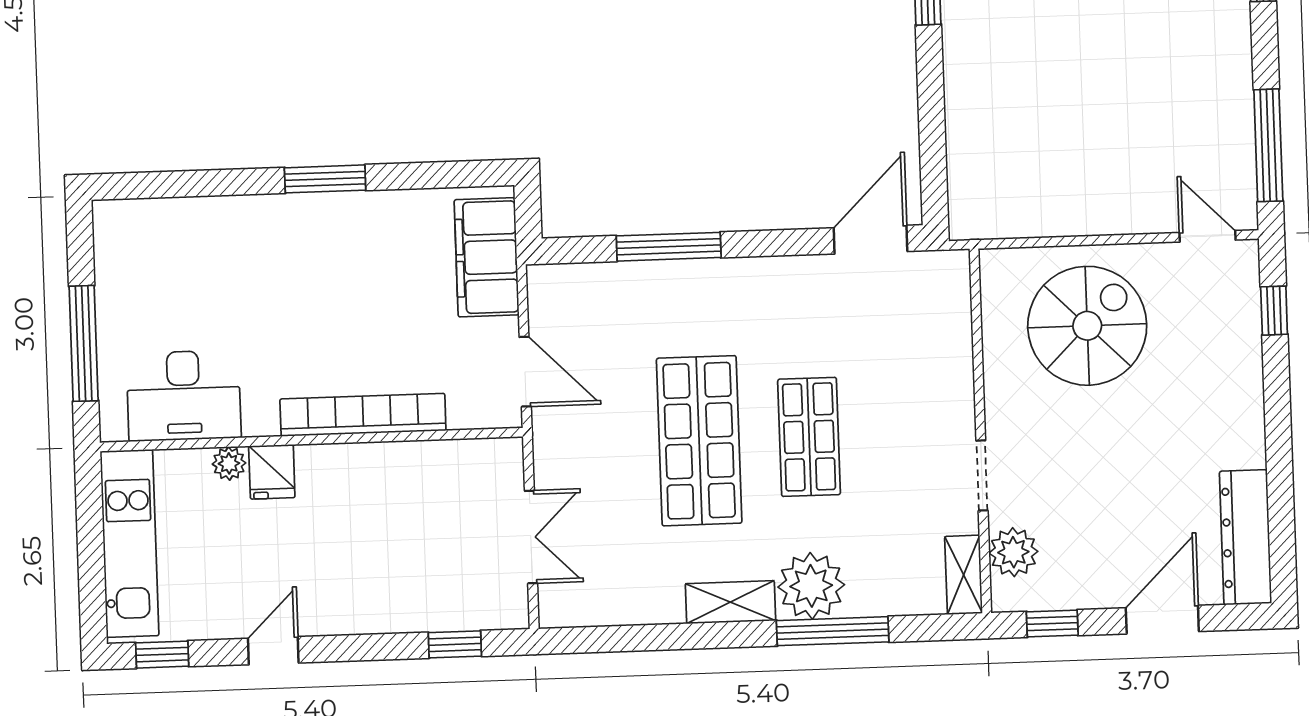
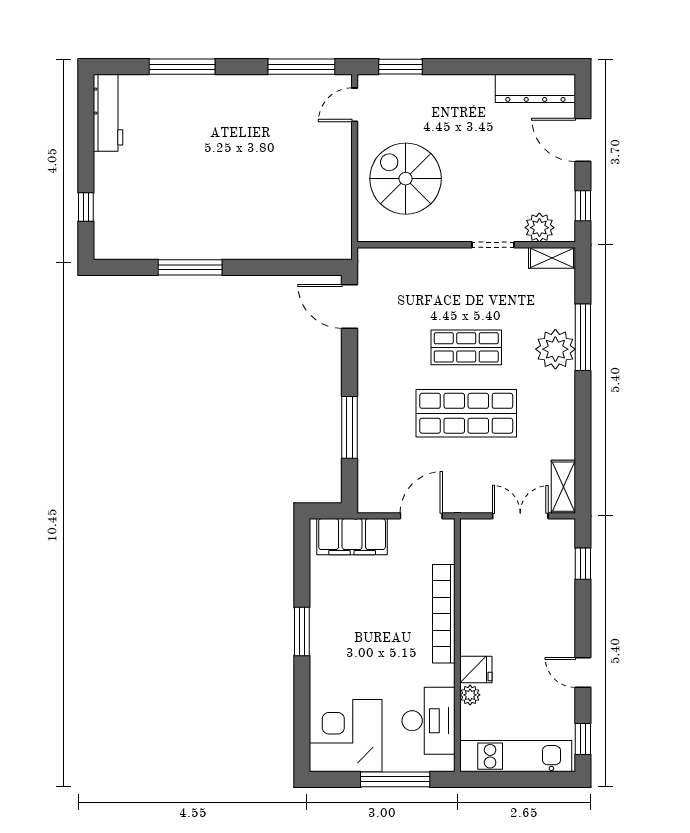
corner desk: (154, 258) -> (346, 736), added
window: (1274, 311) -> (400, 67), width x1.50
shelving: (730, 602) -> (563, 487), moved

